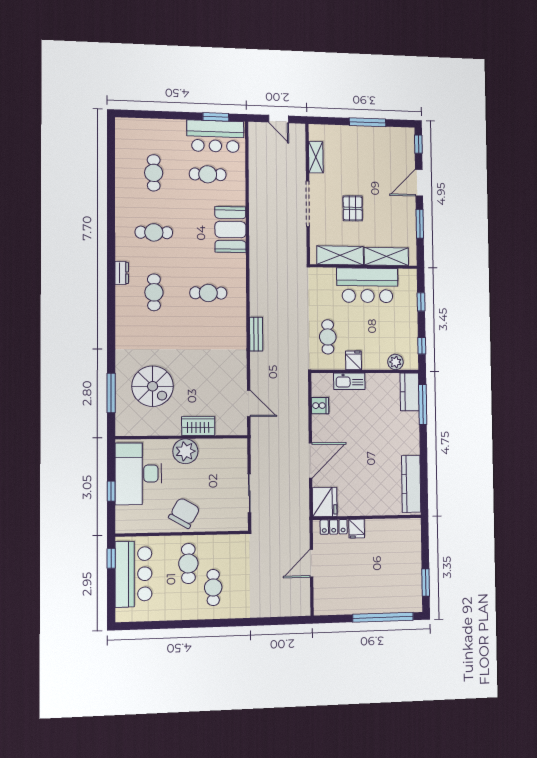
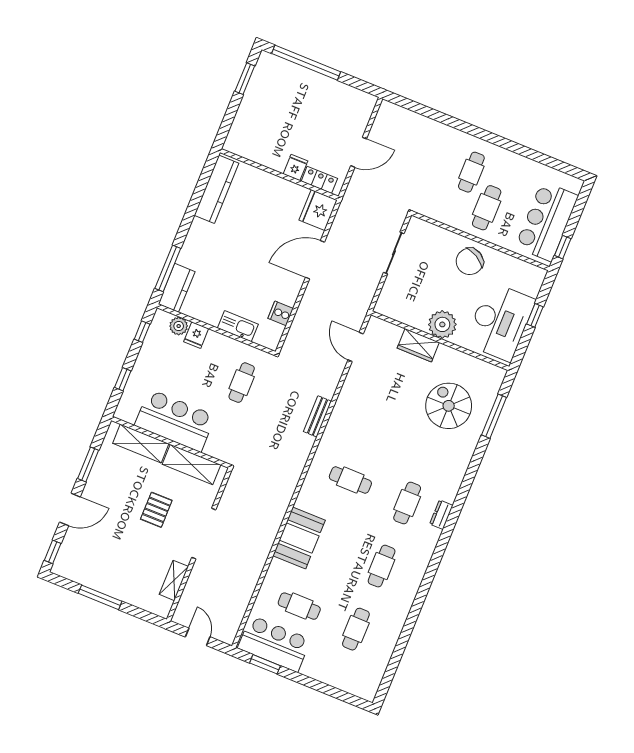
cafe table: (154, 232) -> (382, 566), turned 90
dresser: (122, 273) -> (441, 515), moved
fridge: (354, 360) -> (196, 335), moved

